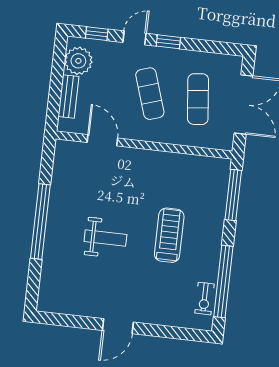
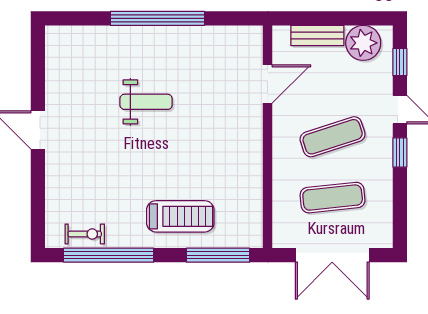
treadmill: (169, 235) -> (180, 216), moved
weight bench: (105, 238) -> (146, 102), turned -90
exercise bike: (204, 299) -> (85, 234), turned 180

